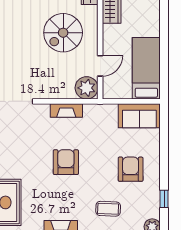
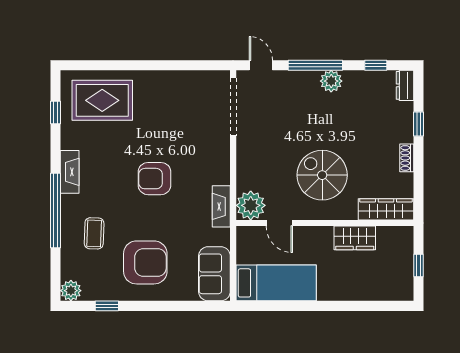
fireplace: (66, 111) -> (221, 206), moved
armchair: (66, 162) -> (154, 179), turned 180
armchair: (131, 169) -> (145, 262), width x1.36, depth x1.36

